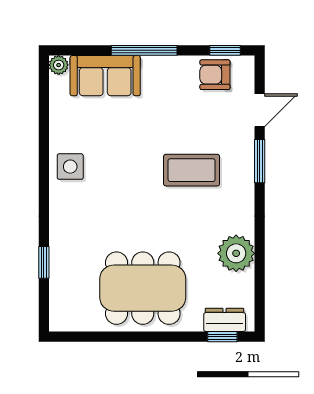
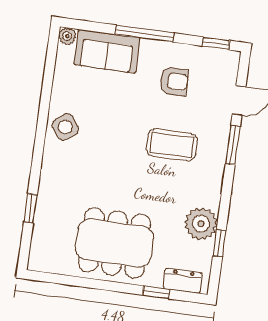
armchair: (215, 75) -> (174, 81), moved, turned 180
side table: (70, 167) -> (65, 127), turned -37
window: (260, 272) -> (219, 243), added
window: (222, 337) -> (156, 292), moved

